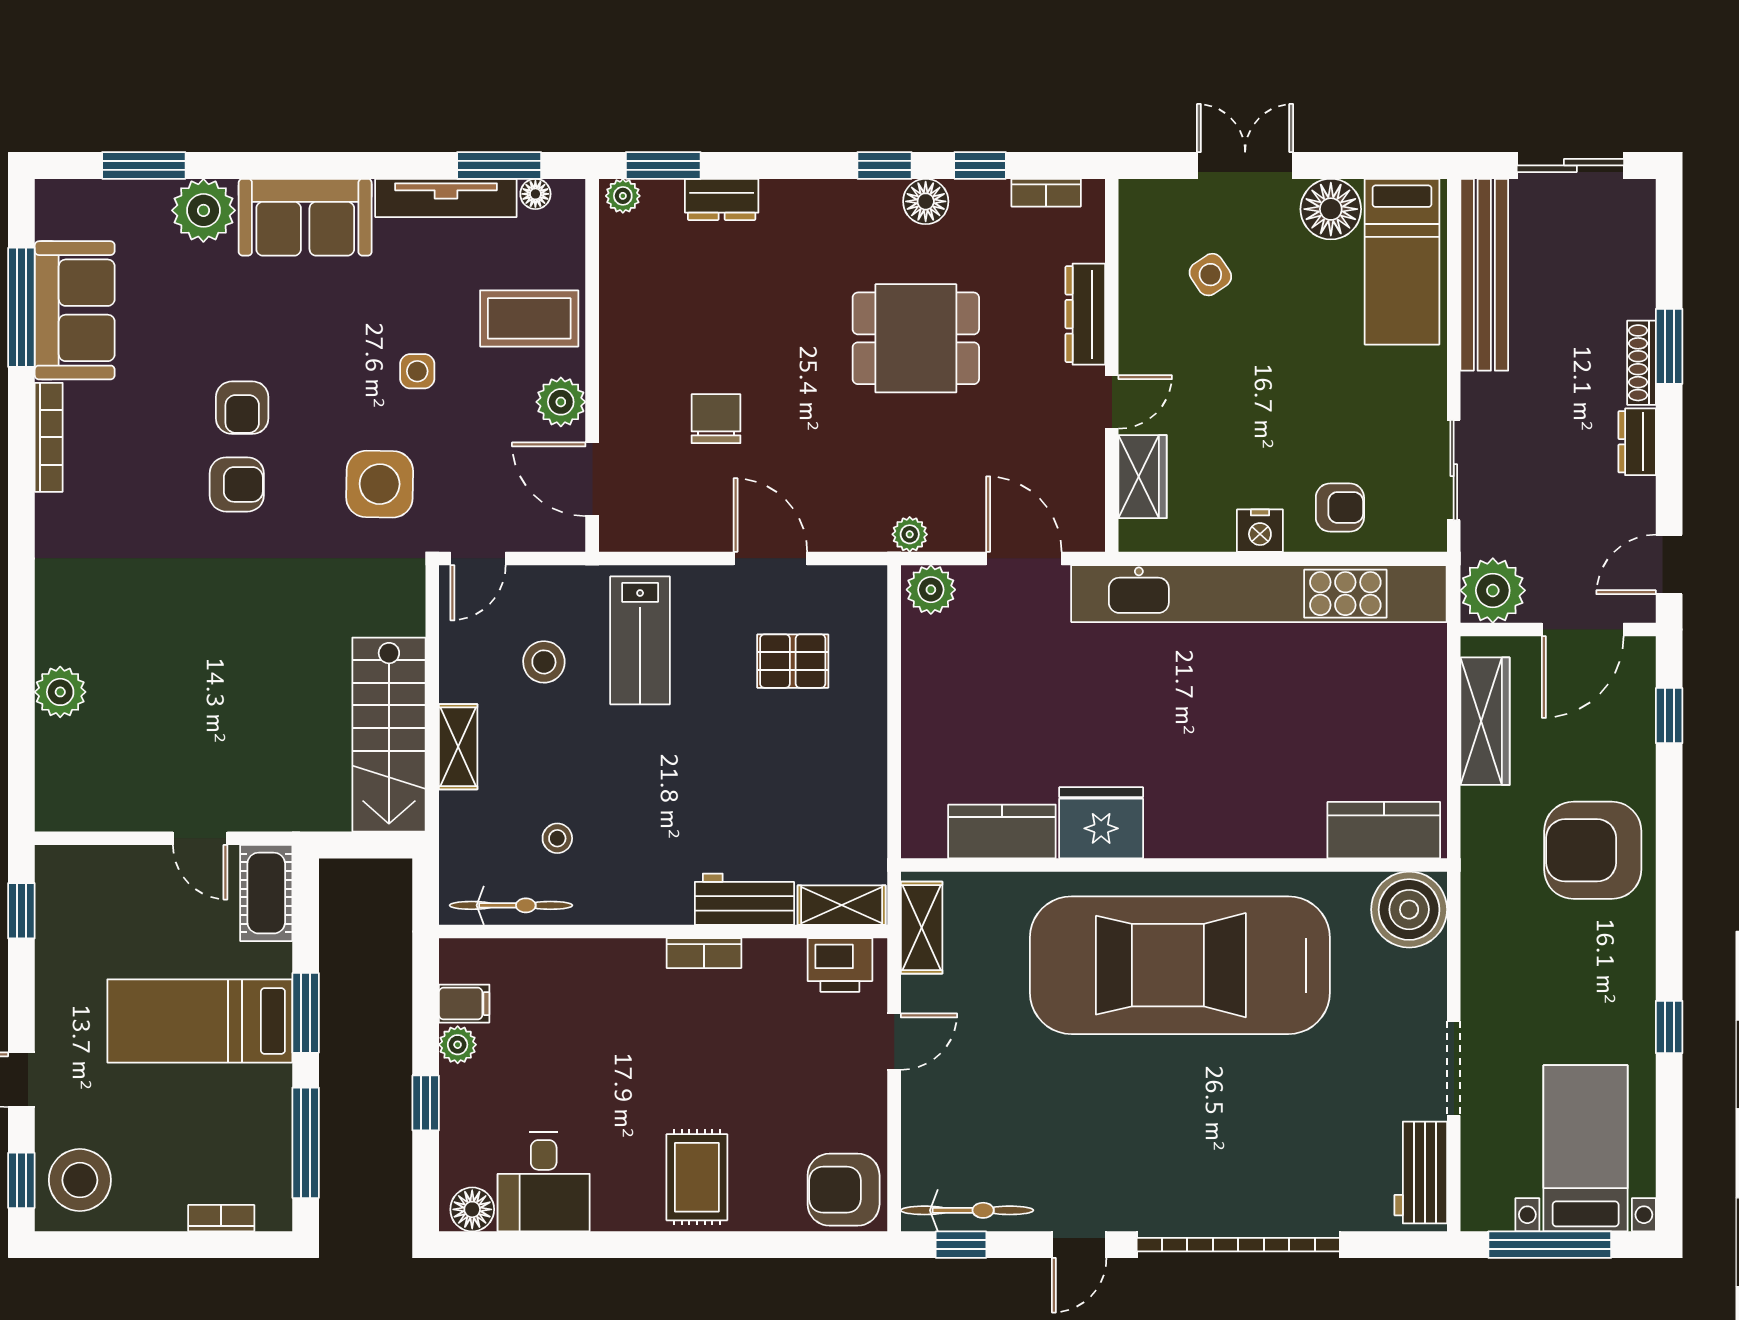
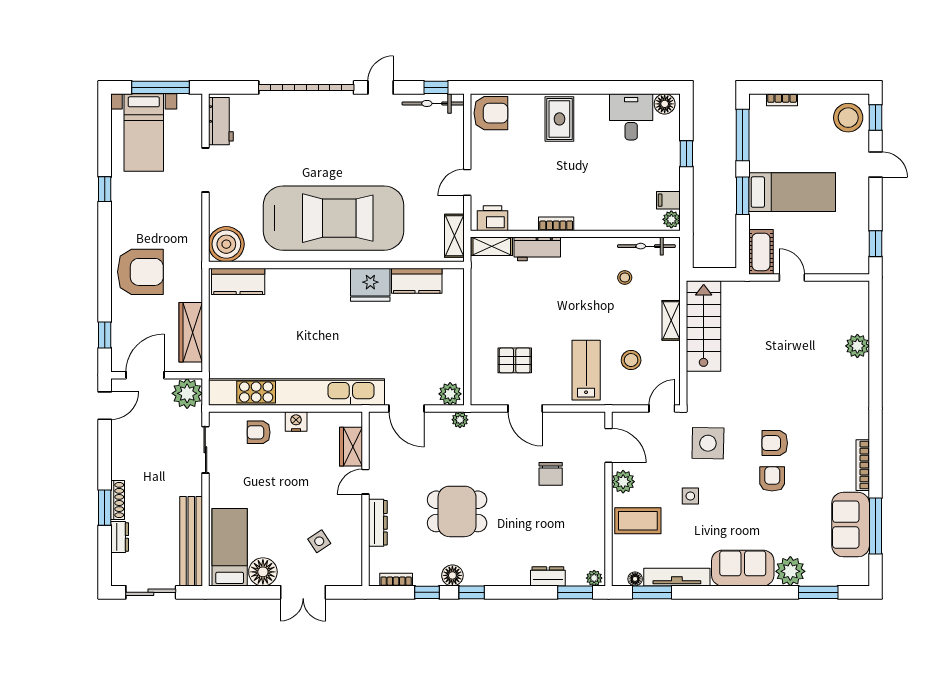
dresser: (1637, 442) -> (120, 537), moved
plant: (458, 1045) -> (671, 219), moved

